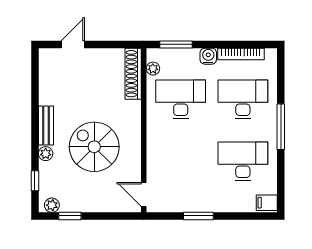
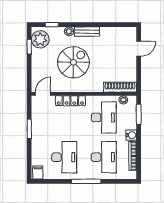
door: (73, 44) -> (139, 49), hinge flipped
locker: (154, 151) -> (70, 101), added
plant: (52, 205) -> (40, 39), width x1.88, depth x1.88

